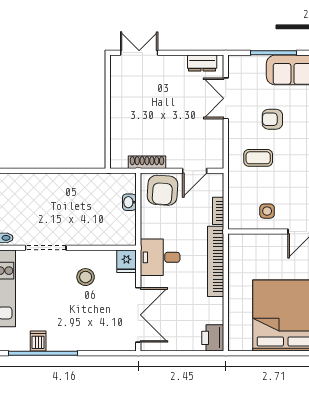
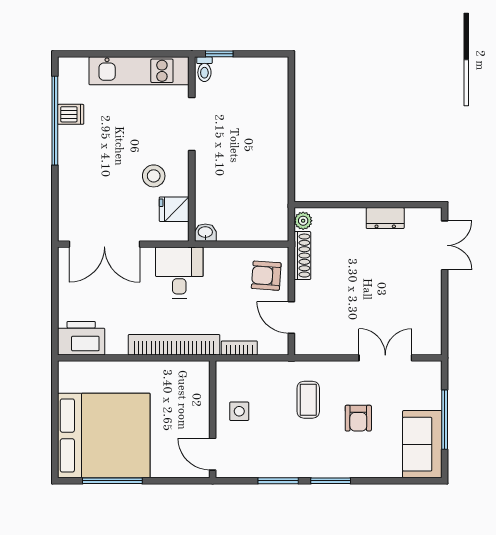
dresser: (202, 63) -> (385, 218), moved, turned -90
armchair: (272, 119) -> (358, 418), turned 180
plant: (120, 162) -> (303, 221), added
armchair: (162, 190) -> (266, 276), width x0.72, depth x0.72
washbasin: (129, 202) -> (205, 233), moved
fridge: (126, 261) -> (174, 209), moved
printer: (213, 338) -> (81, 338), width x1.37, depth x1.19

